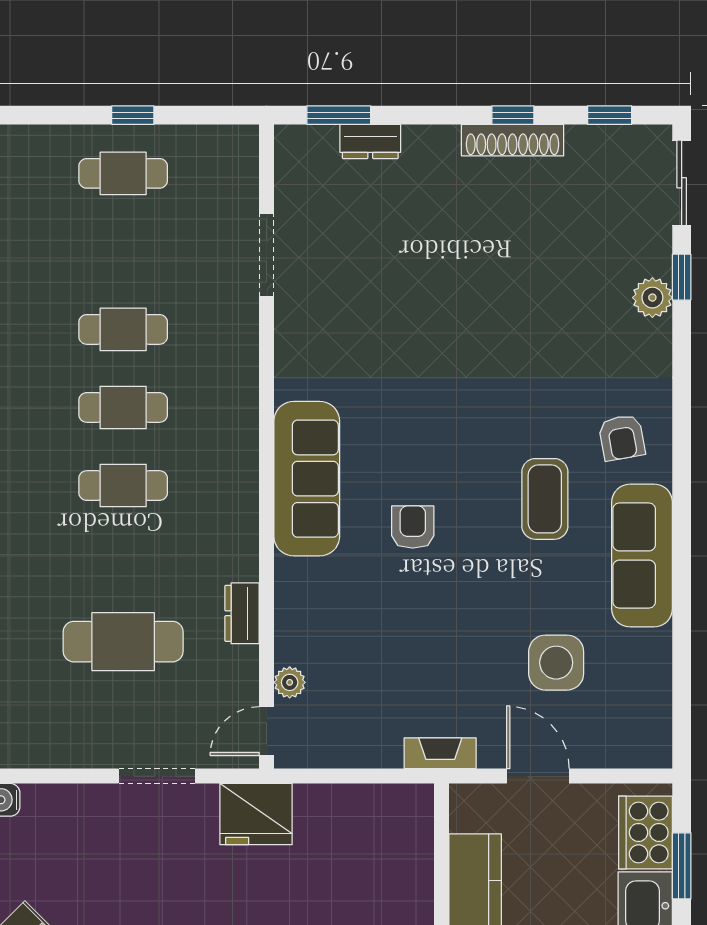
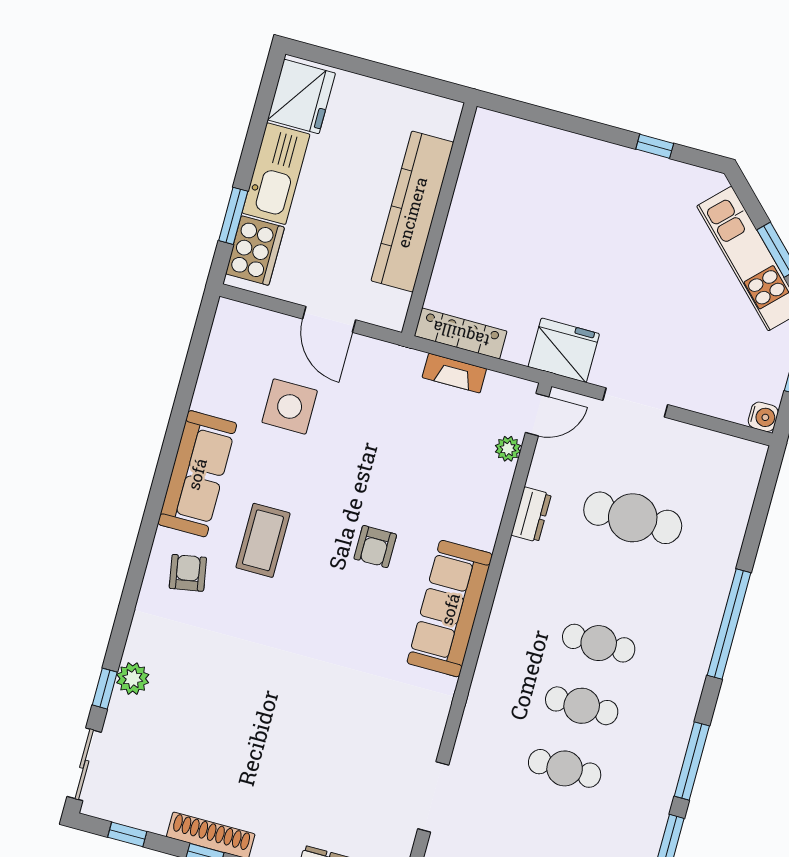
fireplace: (440, 753) -> (454, 373), moved
locker: (381, 801) -> (461, 334), added

